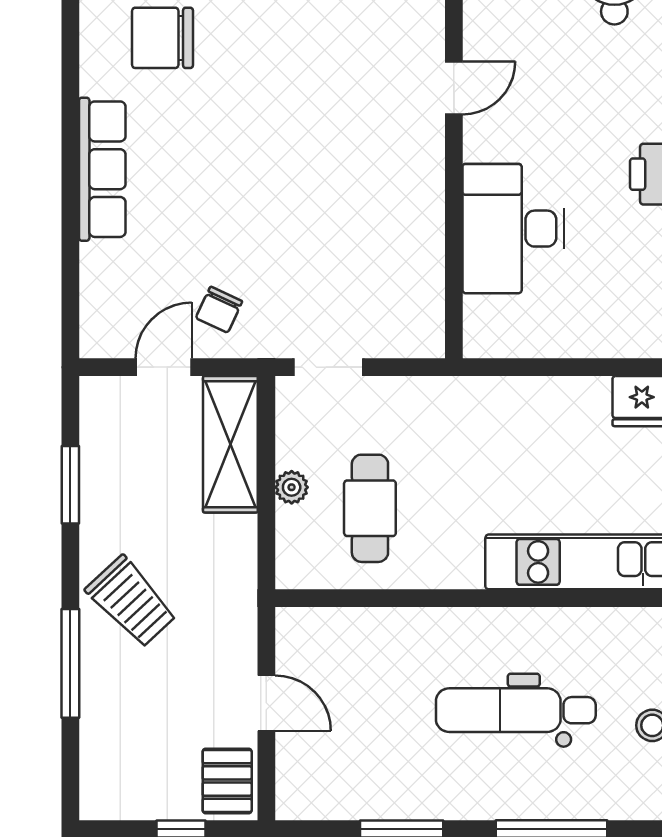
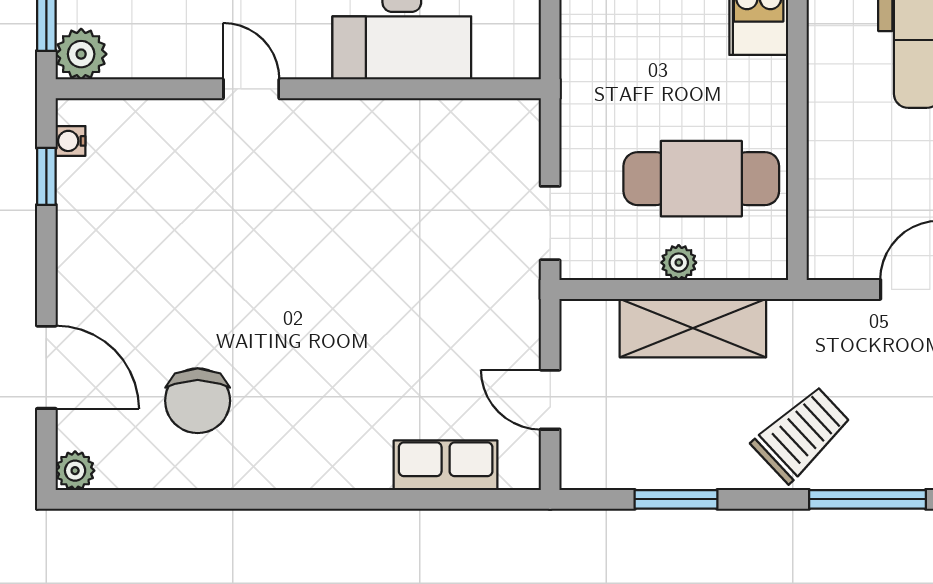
row of seats: (102, 169) -> (446, 465), moved, width x0.68
chair: (219, 310) -> (489, 340), removed
shelving: (230, 444) -> (693, 328), moved
cafe table: (370, 508) -> (701, 179), width x1.37, depth x1.35

